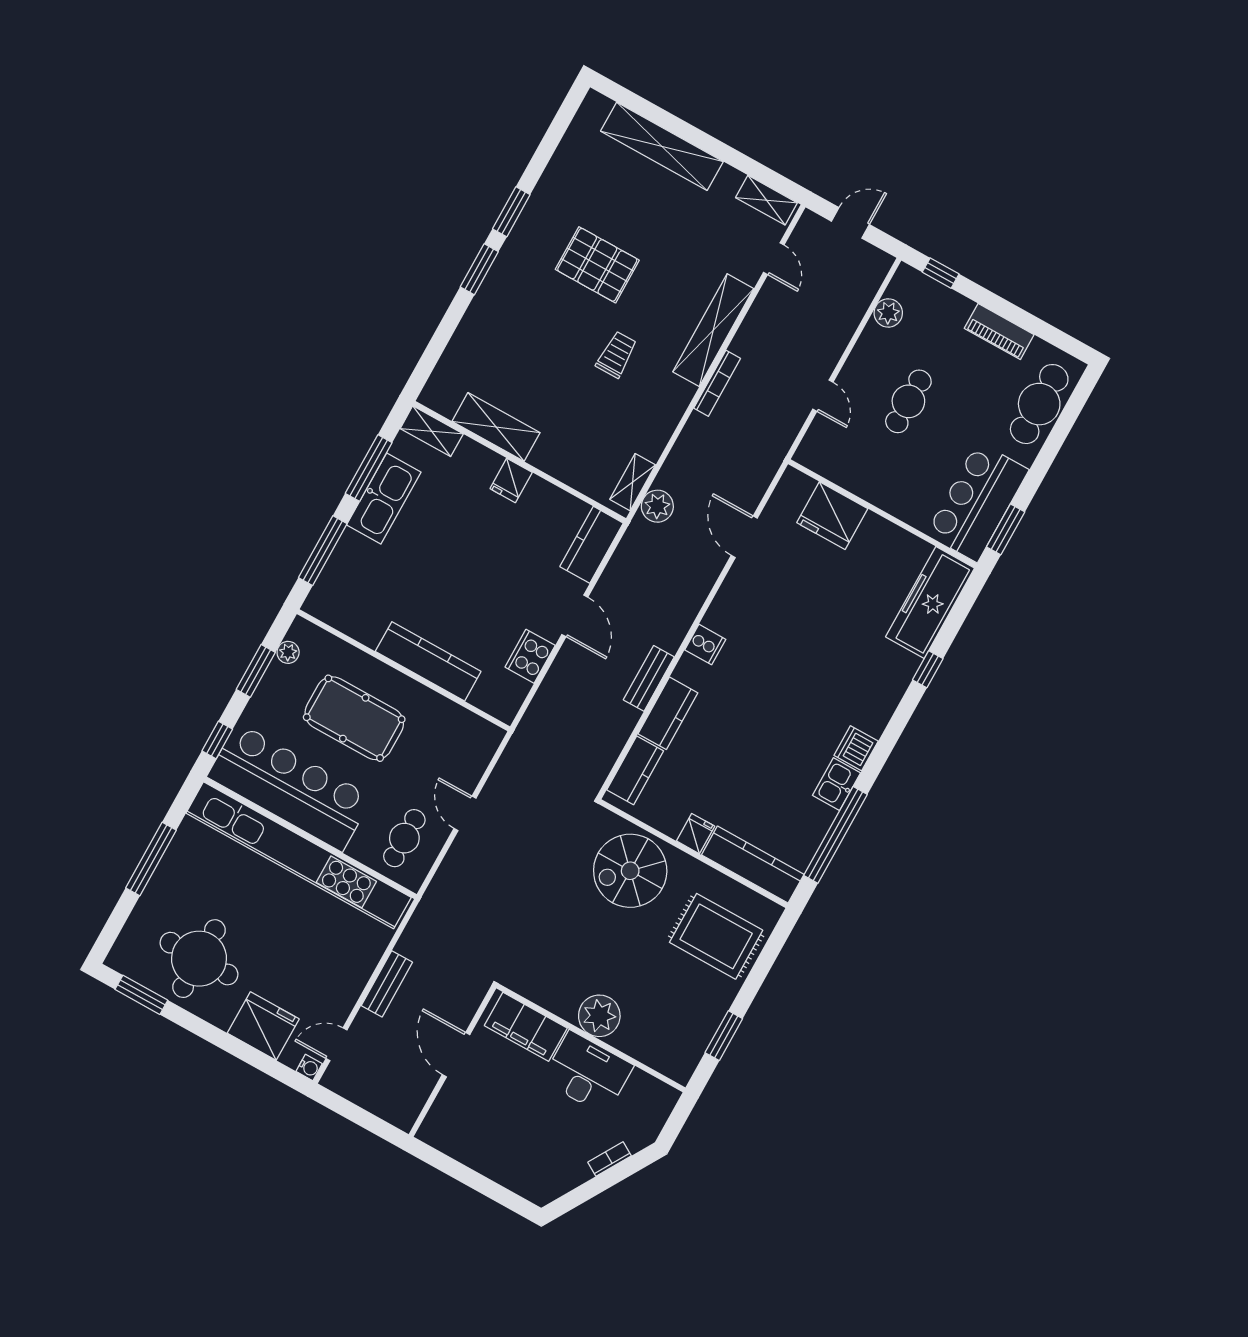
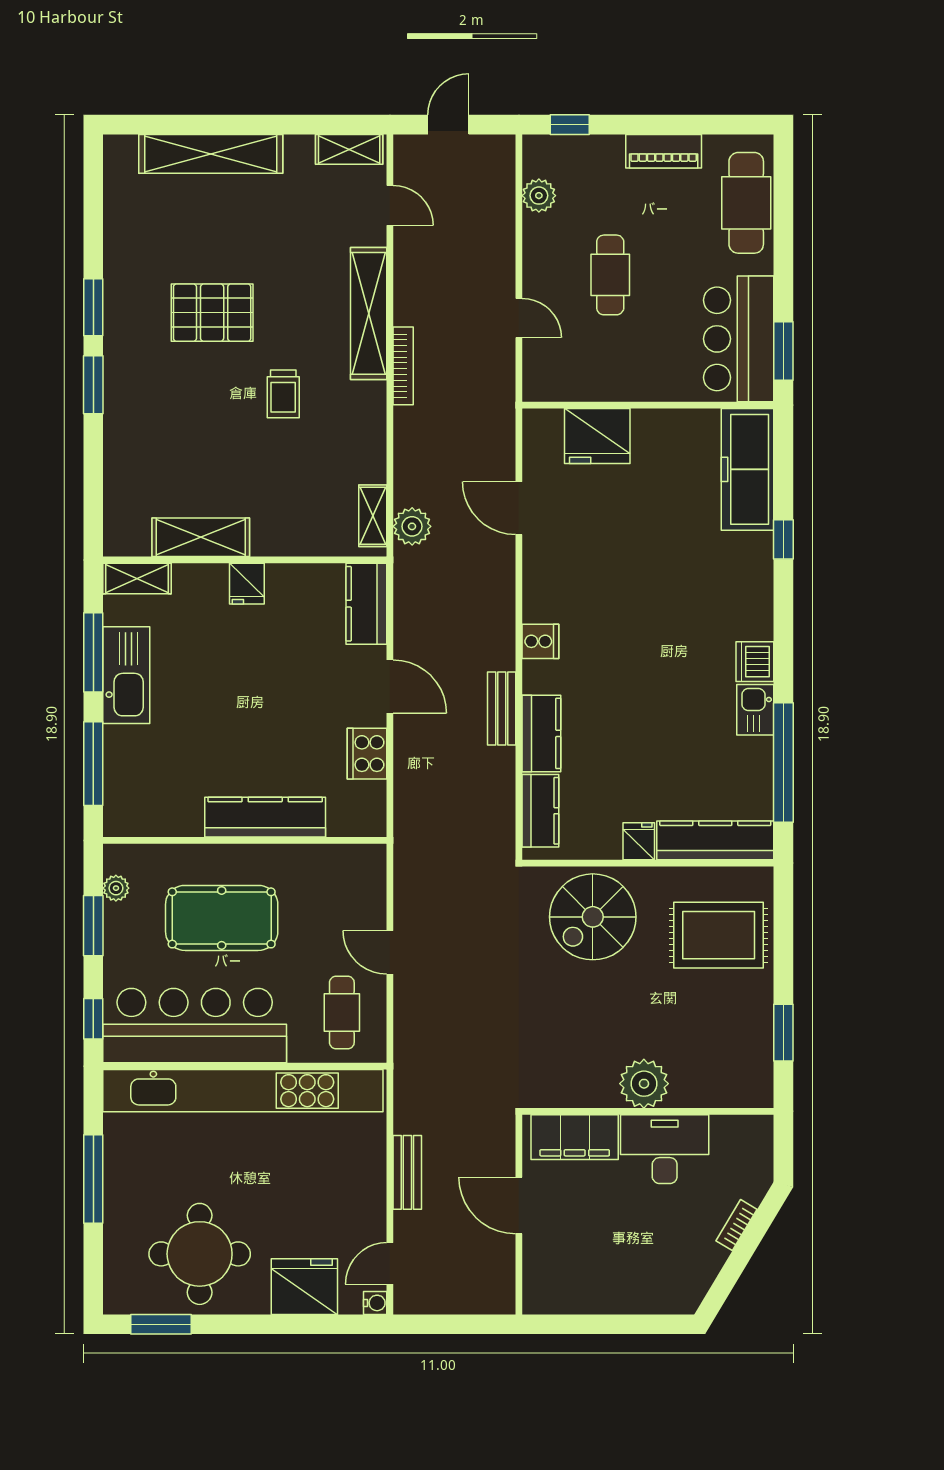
trolley: (616, 355) -> (283, 394), turned 180

